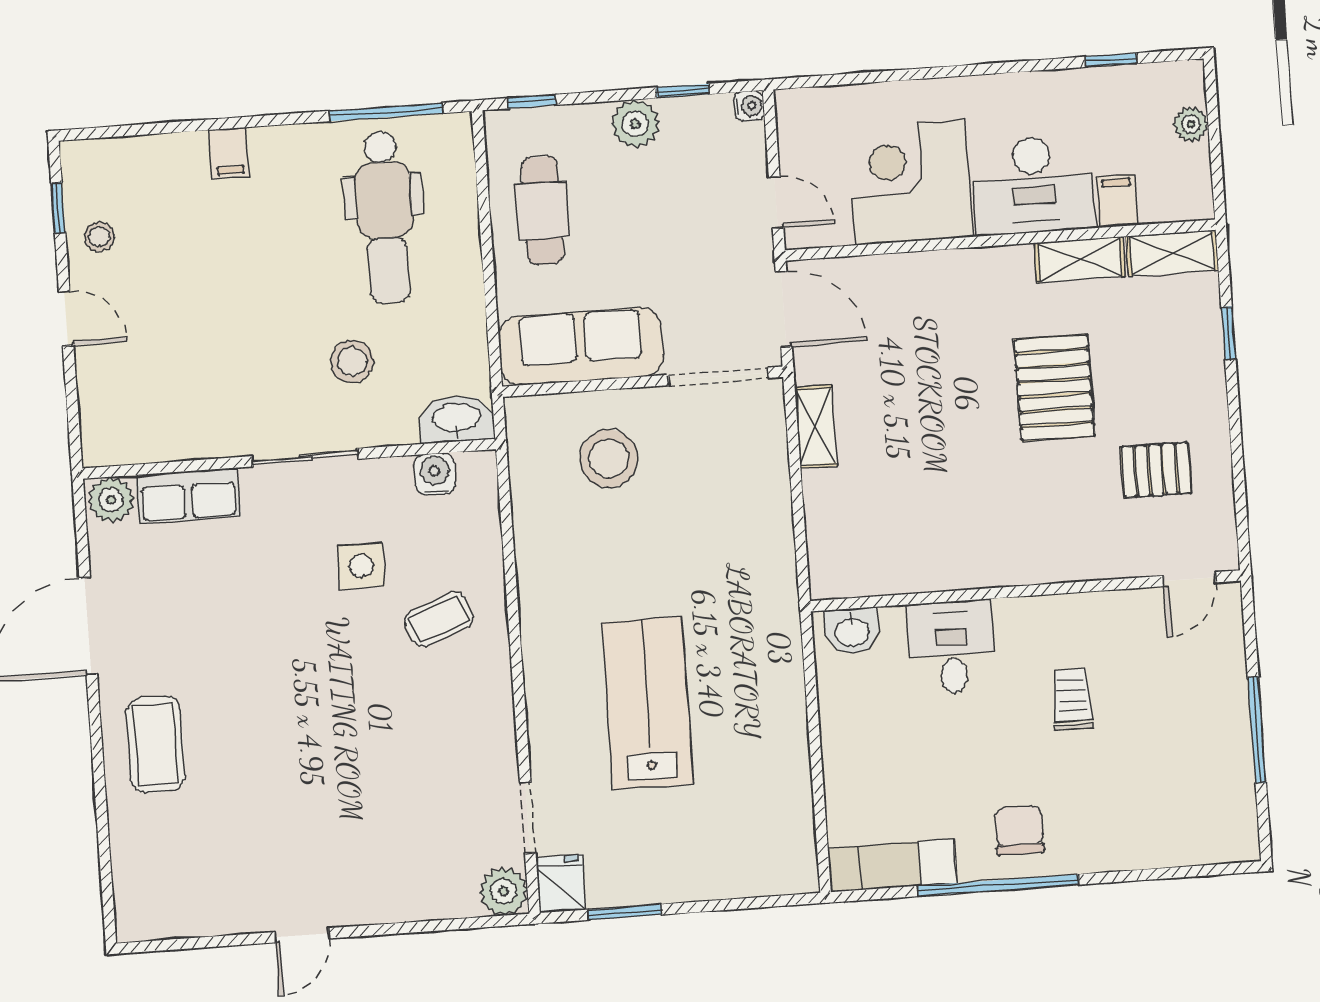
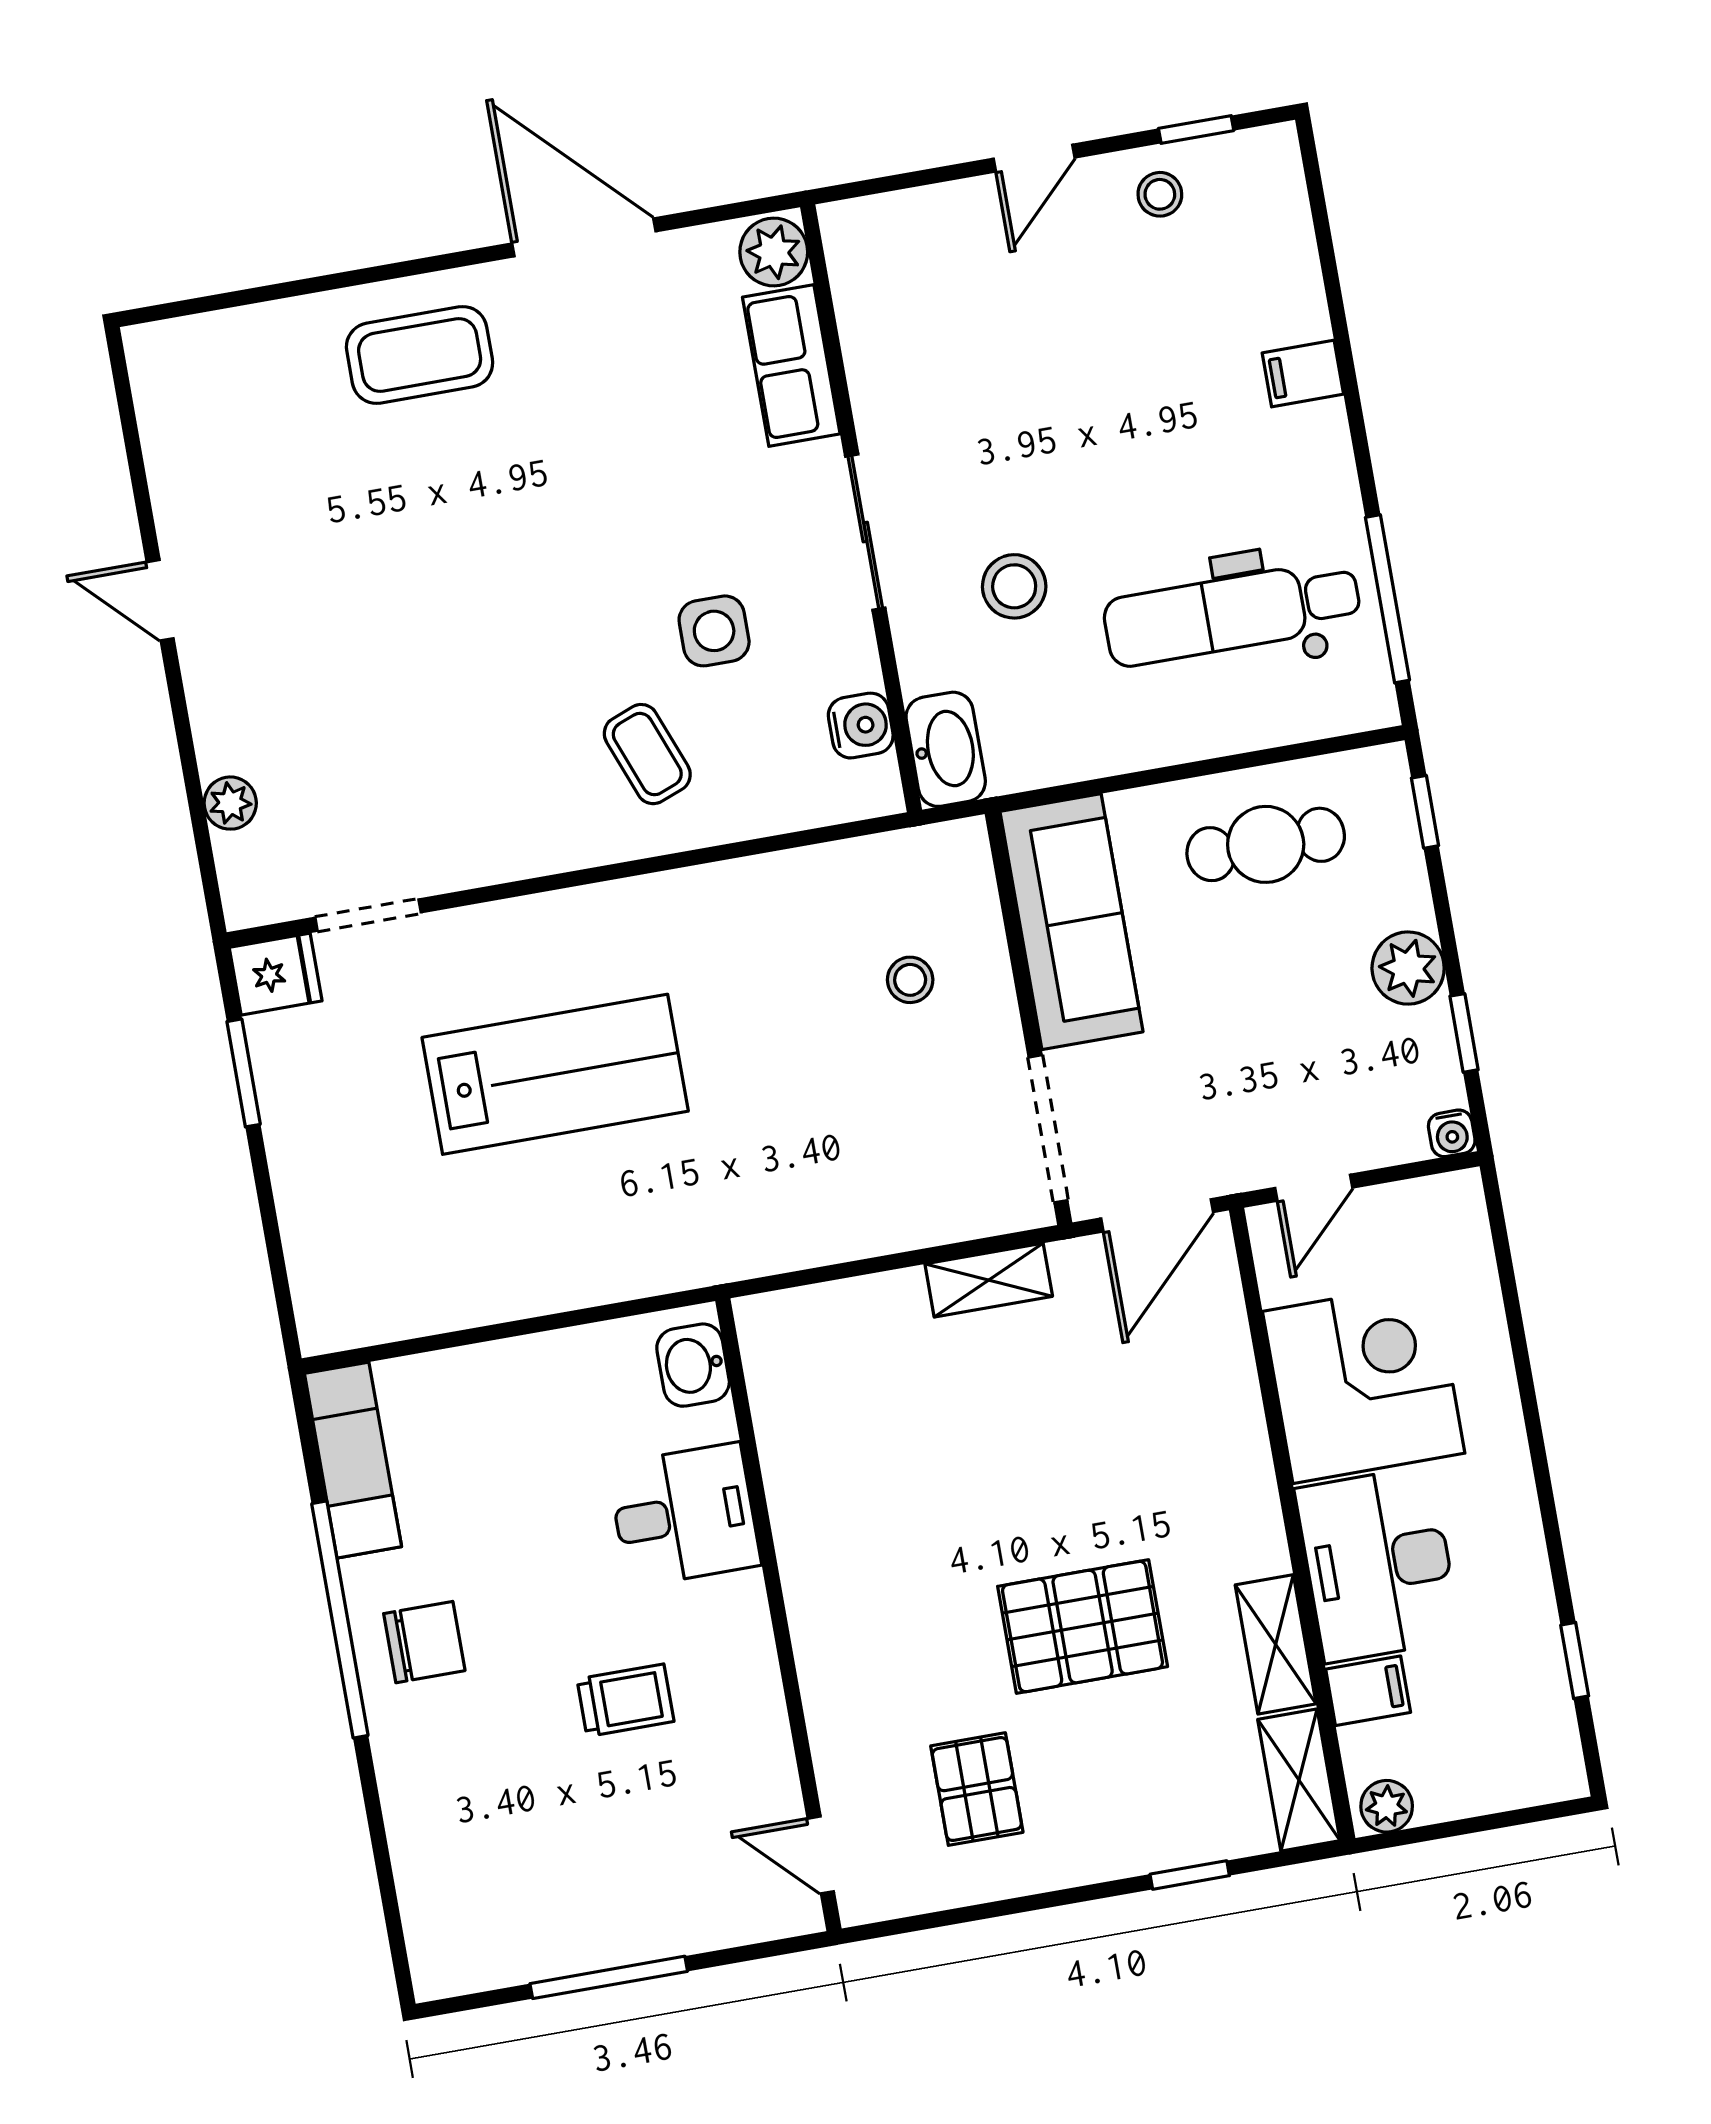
plant: (1191, 124) -> (1387, 1806), moved
stool: (609, 459) -> (910, 980), width x0.53, depth x0.53
plant: (504, 891) -> (230, 803), moved, width x0.73, depth x0.73

